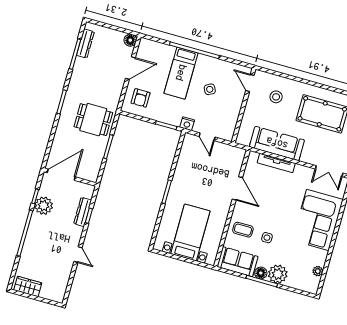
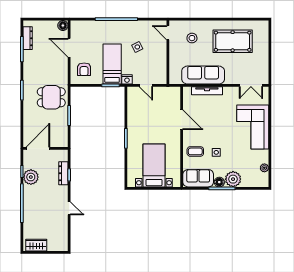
door: (130, 68) -> (69, 48), swing flipped
bed: (181, 73) -> (112, 64), moved, turned 180

